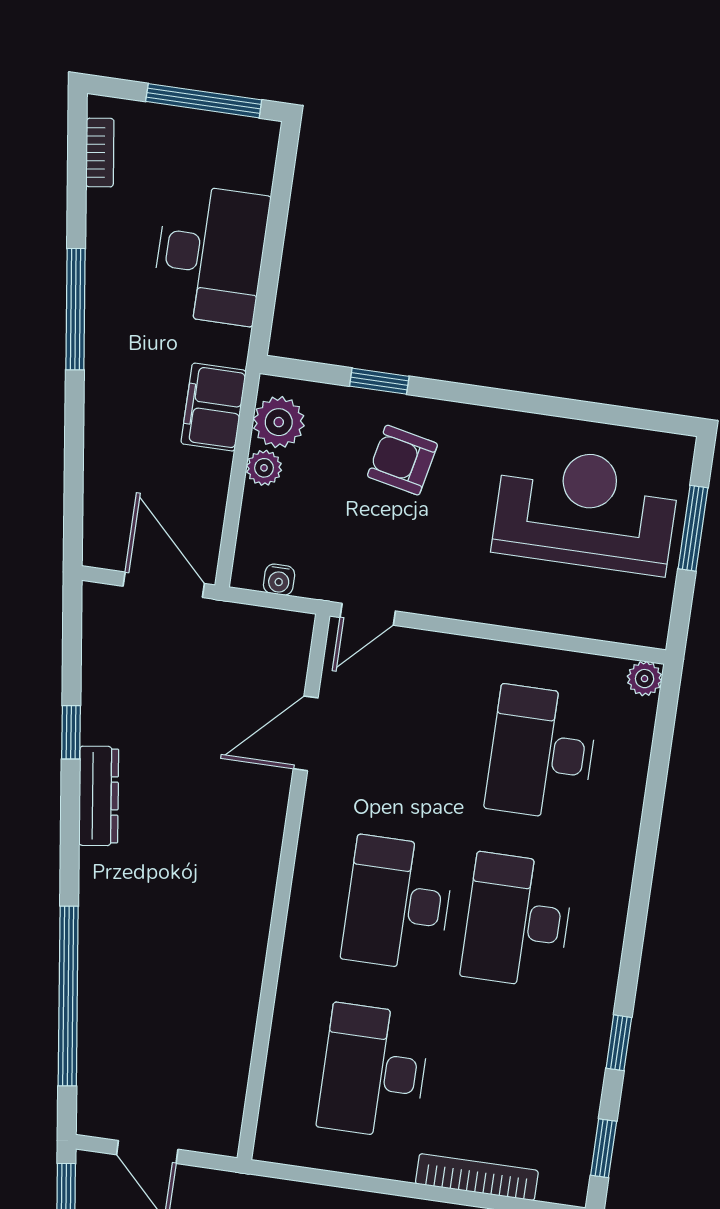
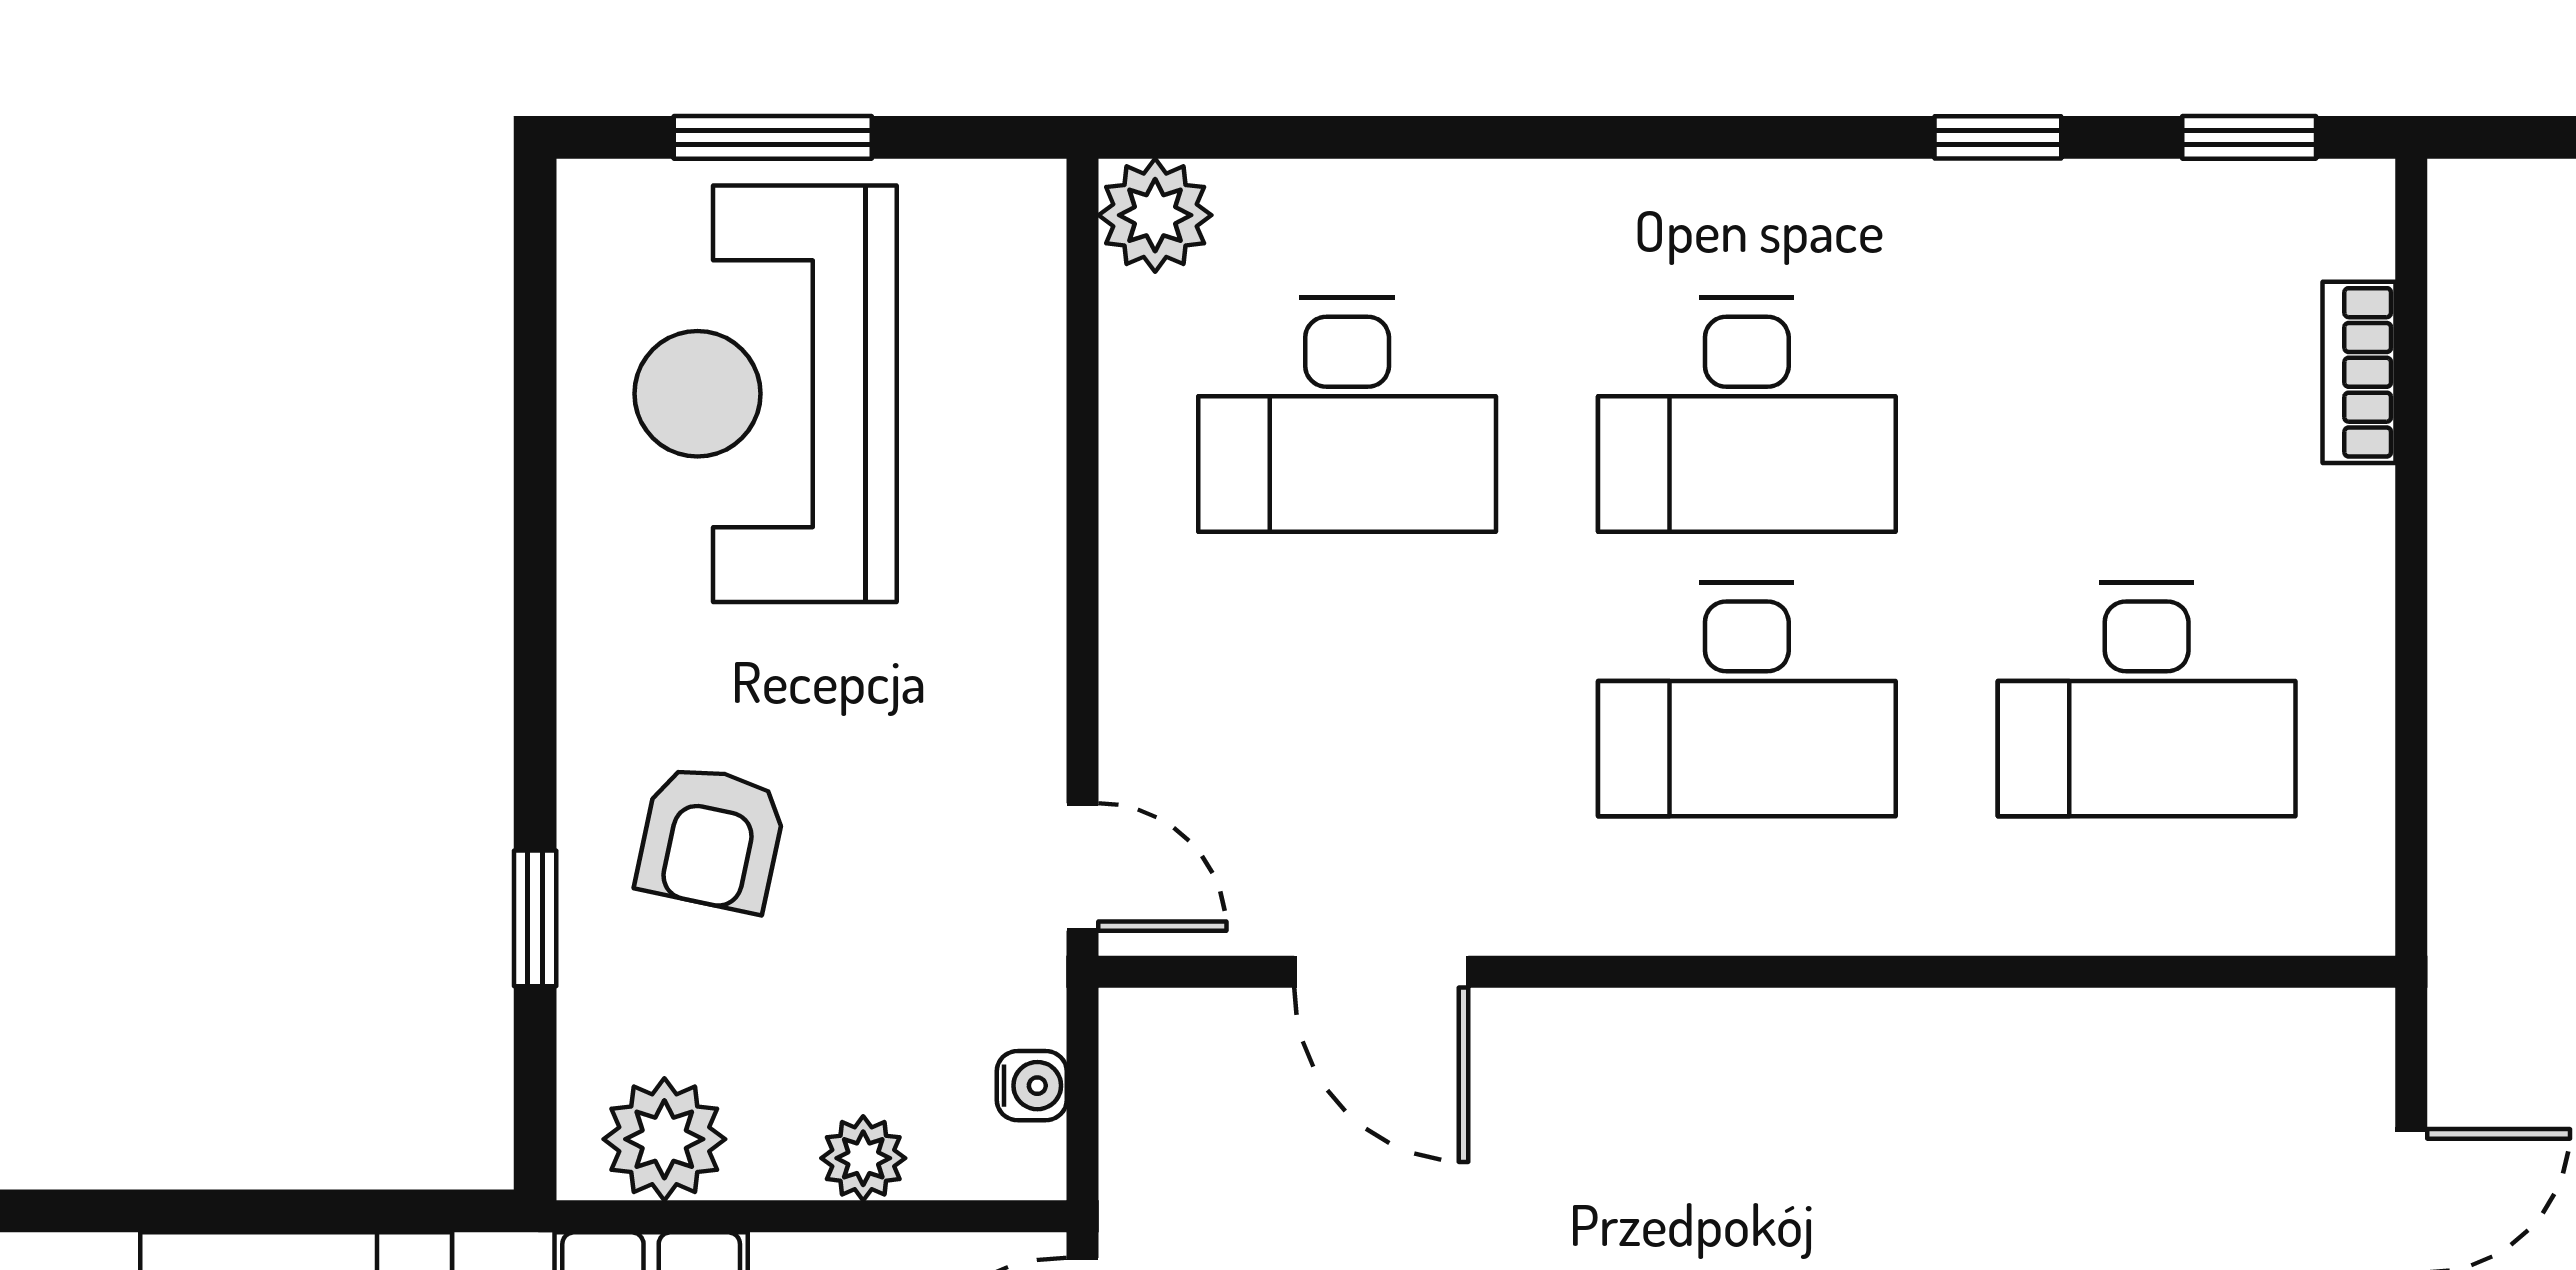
plant: (264, 468) -> (863, 1158), moved
plant: (645, 679) -> (1155, 215), width x1.38, depth x1.38
bookcase: (477, 1177) -> (2359, 372), width x0.64

